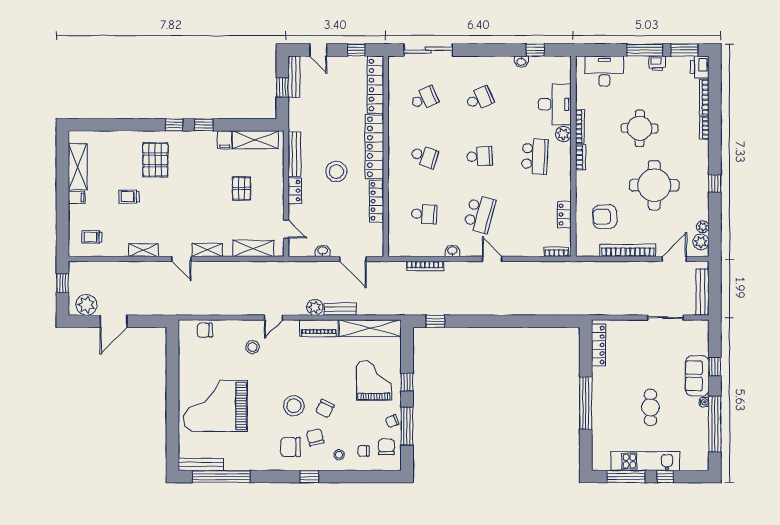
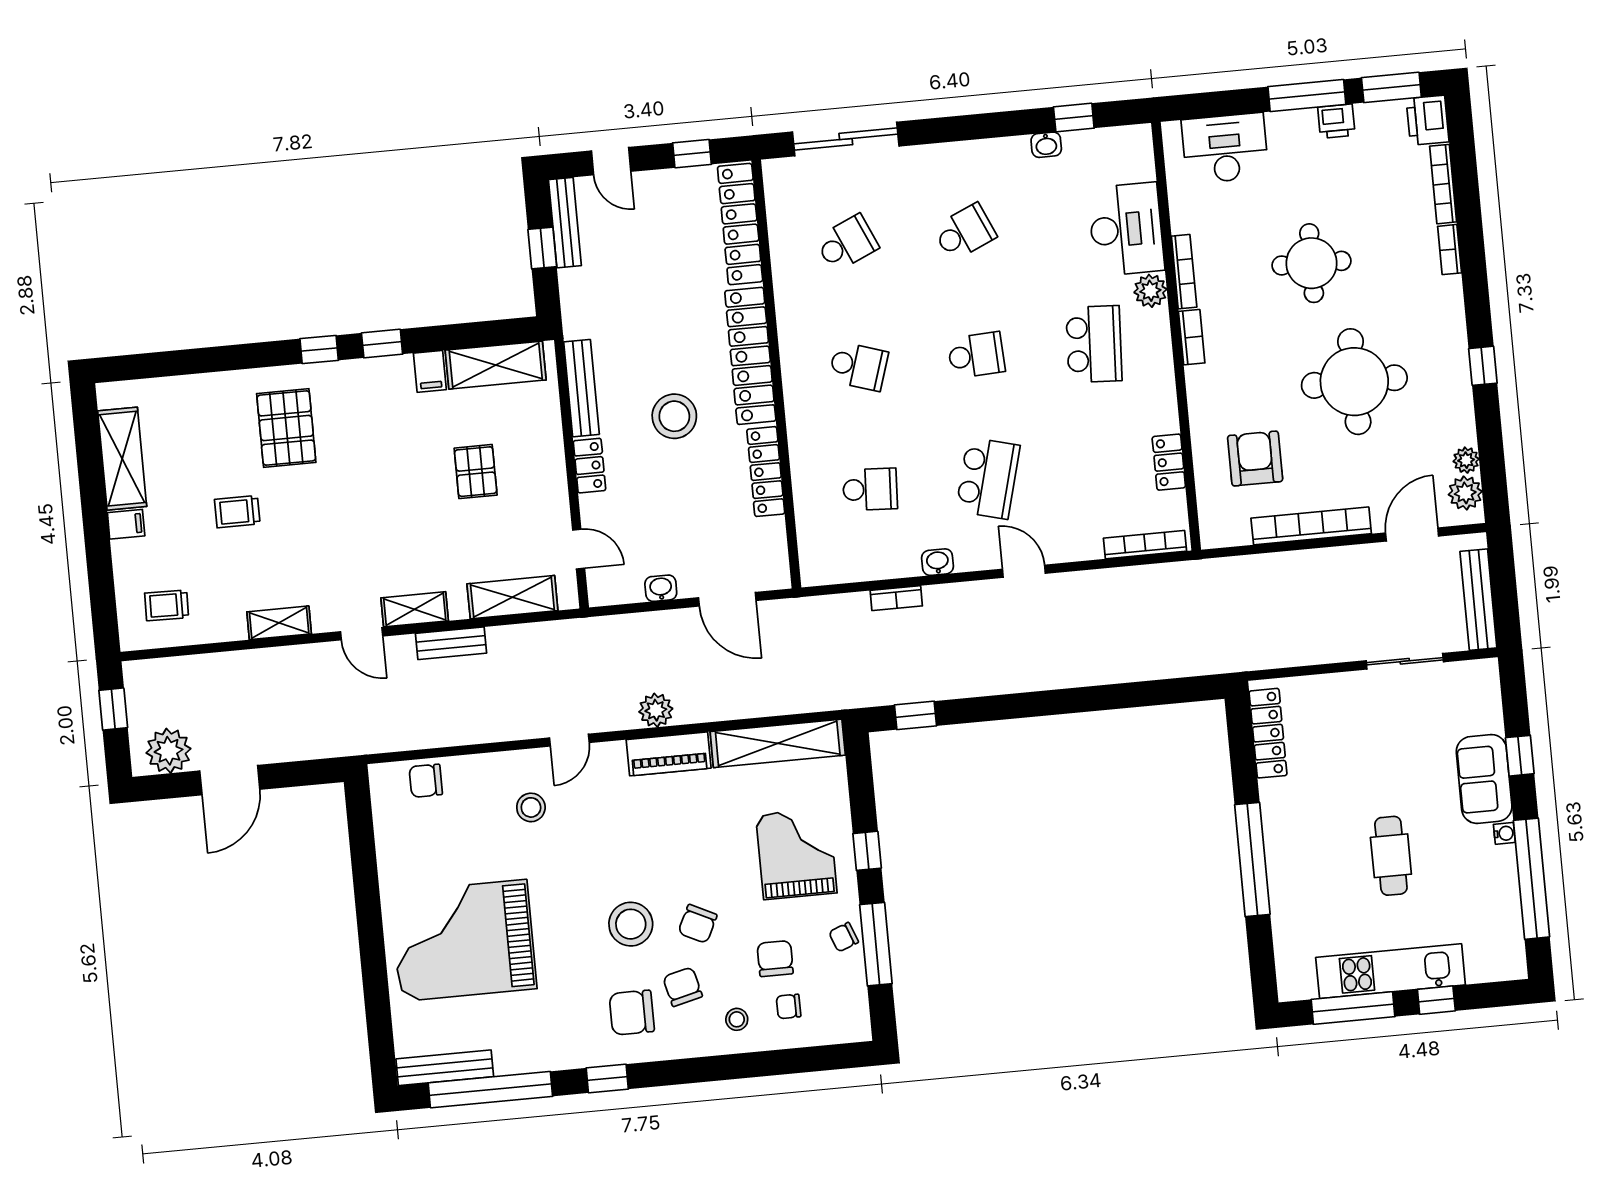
armchair: (605, 217) -> (1255, 458), turned 92
bookcase: (557, 252) -> (1145, 545), width x1.56
bookcase: (425, 266) -> (896, 598), width x0.64
bench: (340, 309) -> (451, 643), moved
chair: (386, 447) -> (775, 959), moved
window: (309, 477) -> (607, 1079), moved

